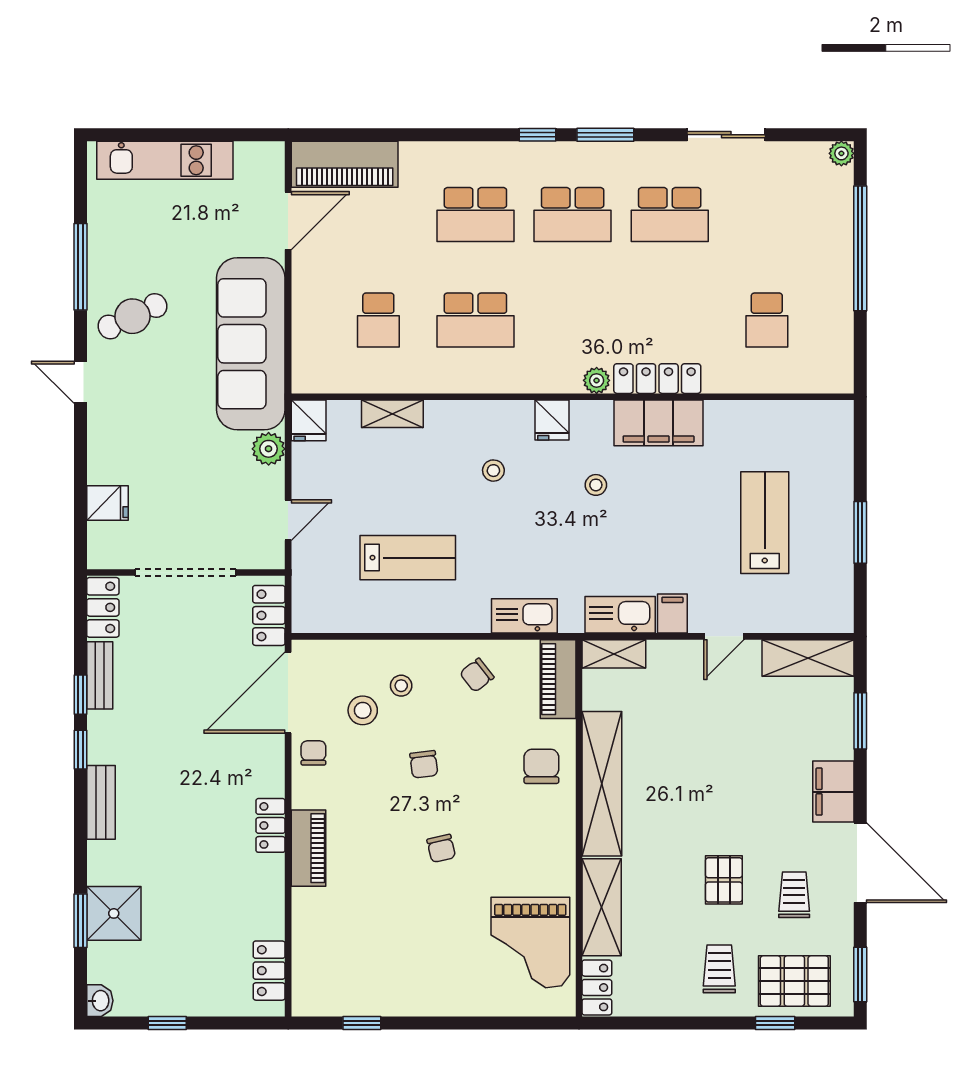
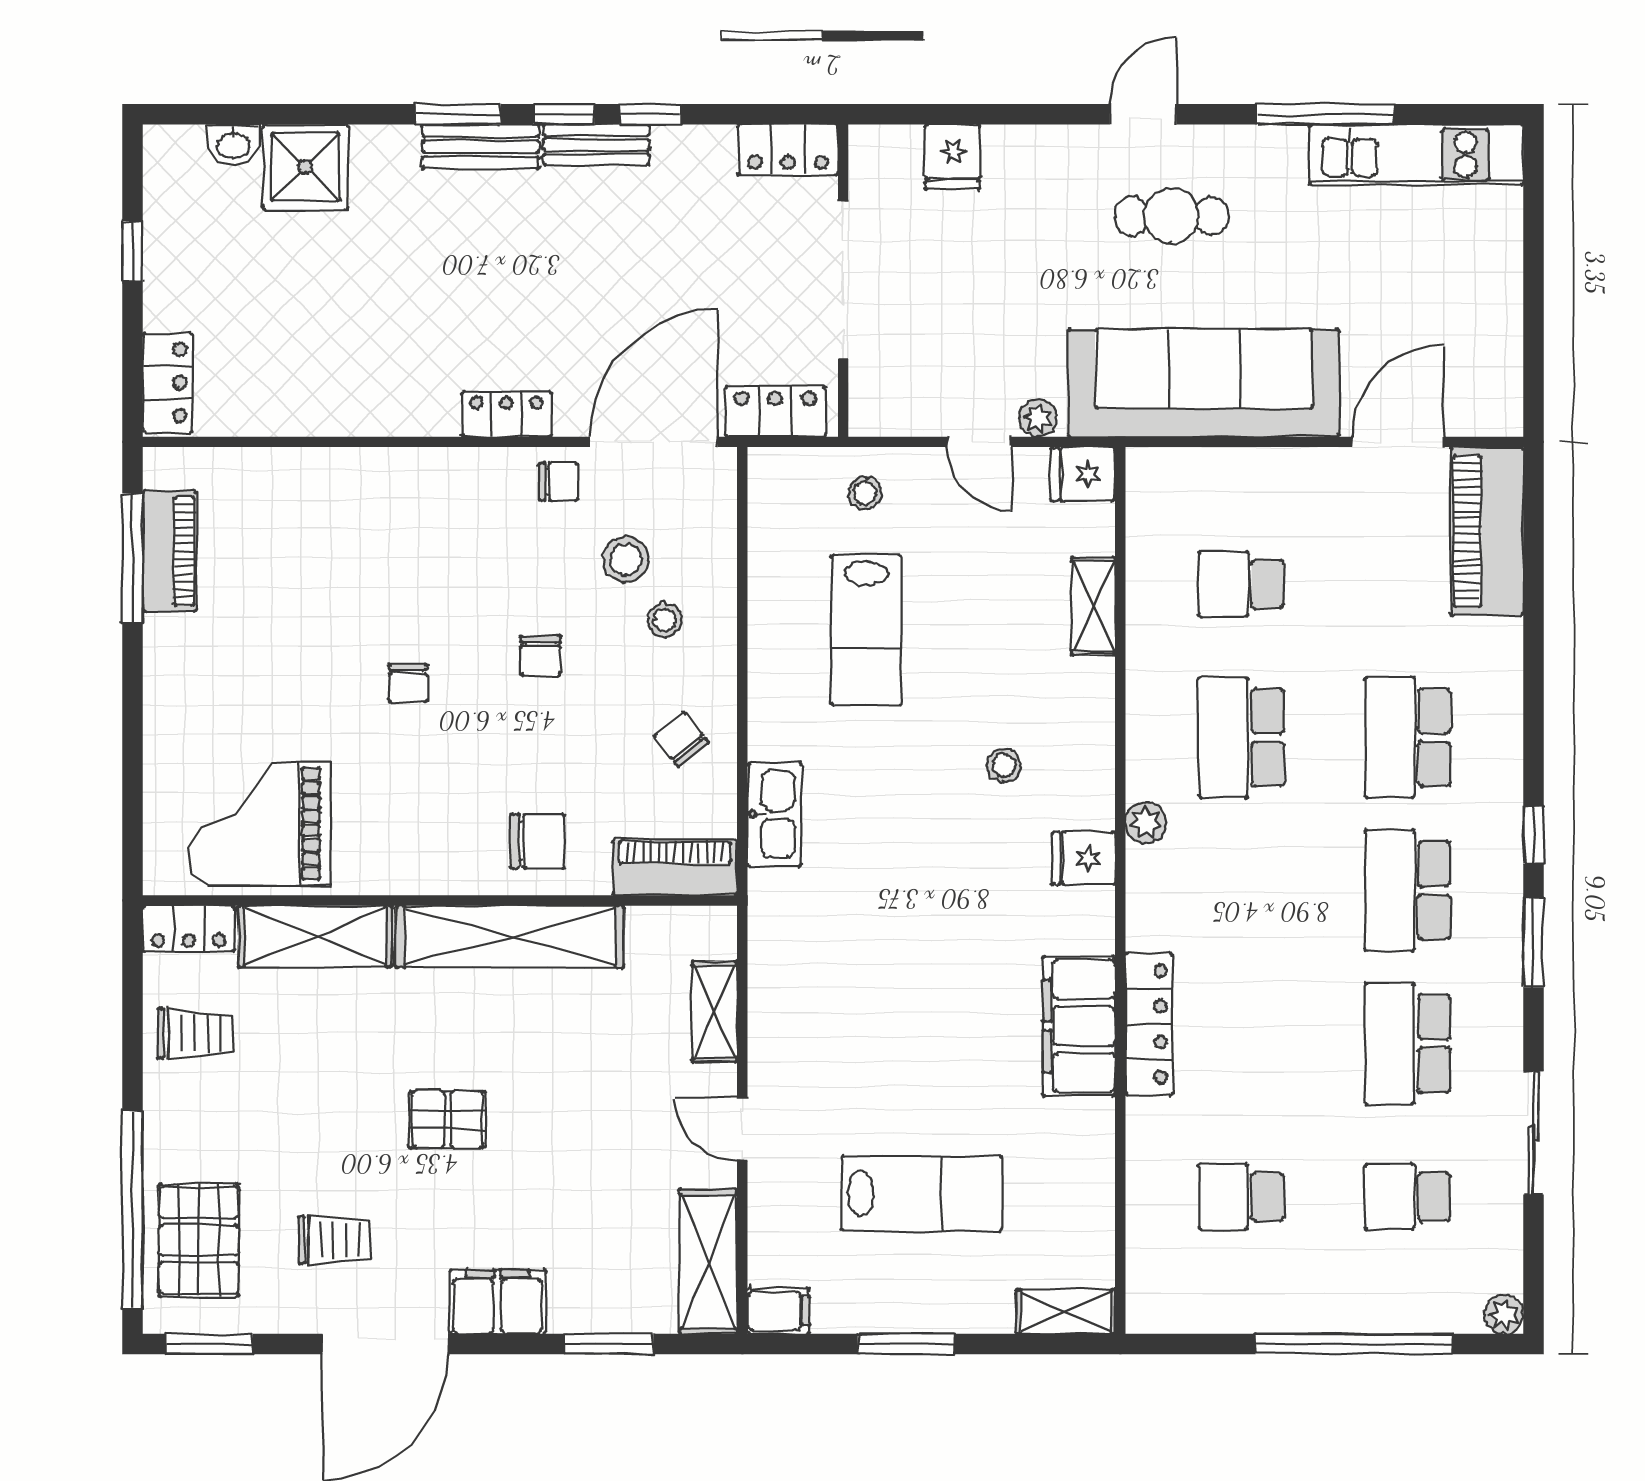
kitchen unit: (165, 160) -> (1416, 155), moved, turned -90
school desk: (767, 215) -> (1408, 1197), added
door: (288, 221) -> (1398, 442), swing flipped
cafe table: (132, 316) -> (1171, 216), moved, turned -65
plant: (597, 380) -> (1146, 823), moved
shelving: (840, 431) -> (1066, 1312), added
plant: (269, 449) -> (1038, 418), width x0.73, depth x0.73
stool: (596, 485) -> (865, 493), moved
door: (288, 520) -> (979, 442), moved
filing cabinet: (672, 614) -> (778, 1311), moved
kitchen sink: (620, 615) -> (776, 965), removed
shelving: (614, 654) -> (715, 1011), moved
bench: (100, 675) -> (596, 145), moved
door: (288, 693) -> (654, 442), hinge flipped
chair: (424, 764) -> (541, 656), turned -83
locker: (271, 825) -> (507, 414), moved
piano: (308, 848) -> (170, 551), moved, turned -90
chair: (441, 848) -> (408, 683), turned -77
pallet: (724, 880) -> (447, 1120), moved
window: (80, 921) -> (458, 114), moved
trolley: (719, 969) -> (195, 1033), moved
locker: (269, 971) -> (168, 383), moved, turned 90
washbasin: (100, 1001) -> (233, 145), moved
window: (362, 1023) -> (132, 558), width x2.17
window: (775, 1023) -> (132, 1210), width x3.17

